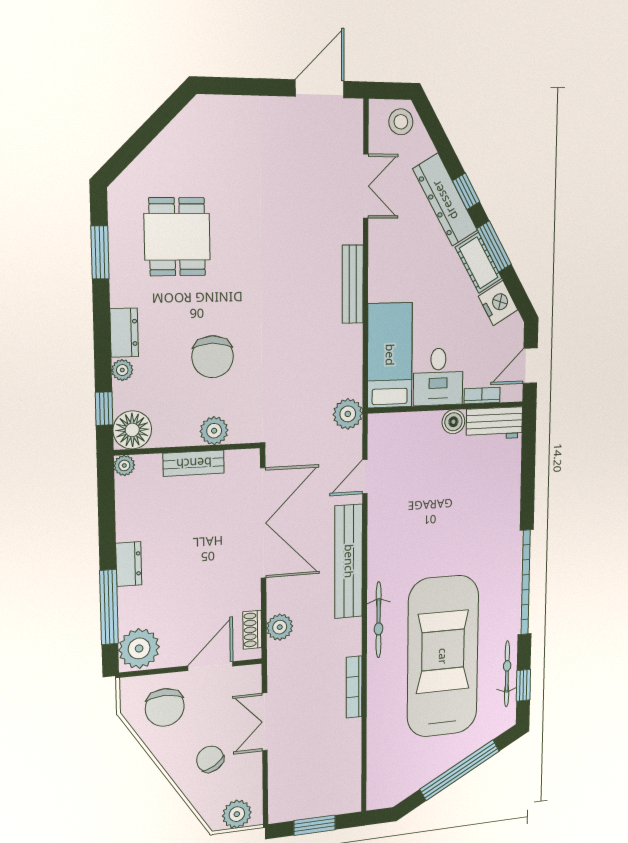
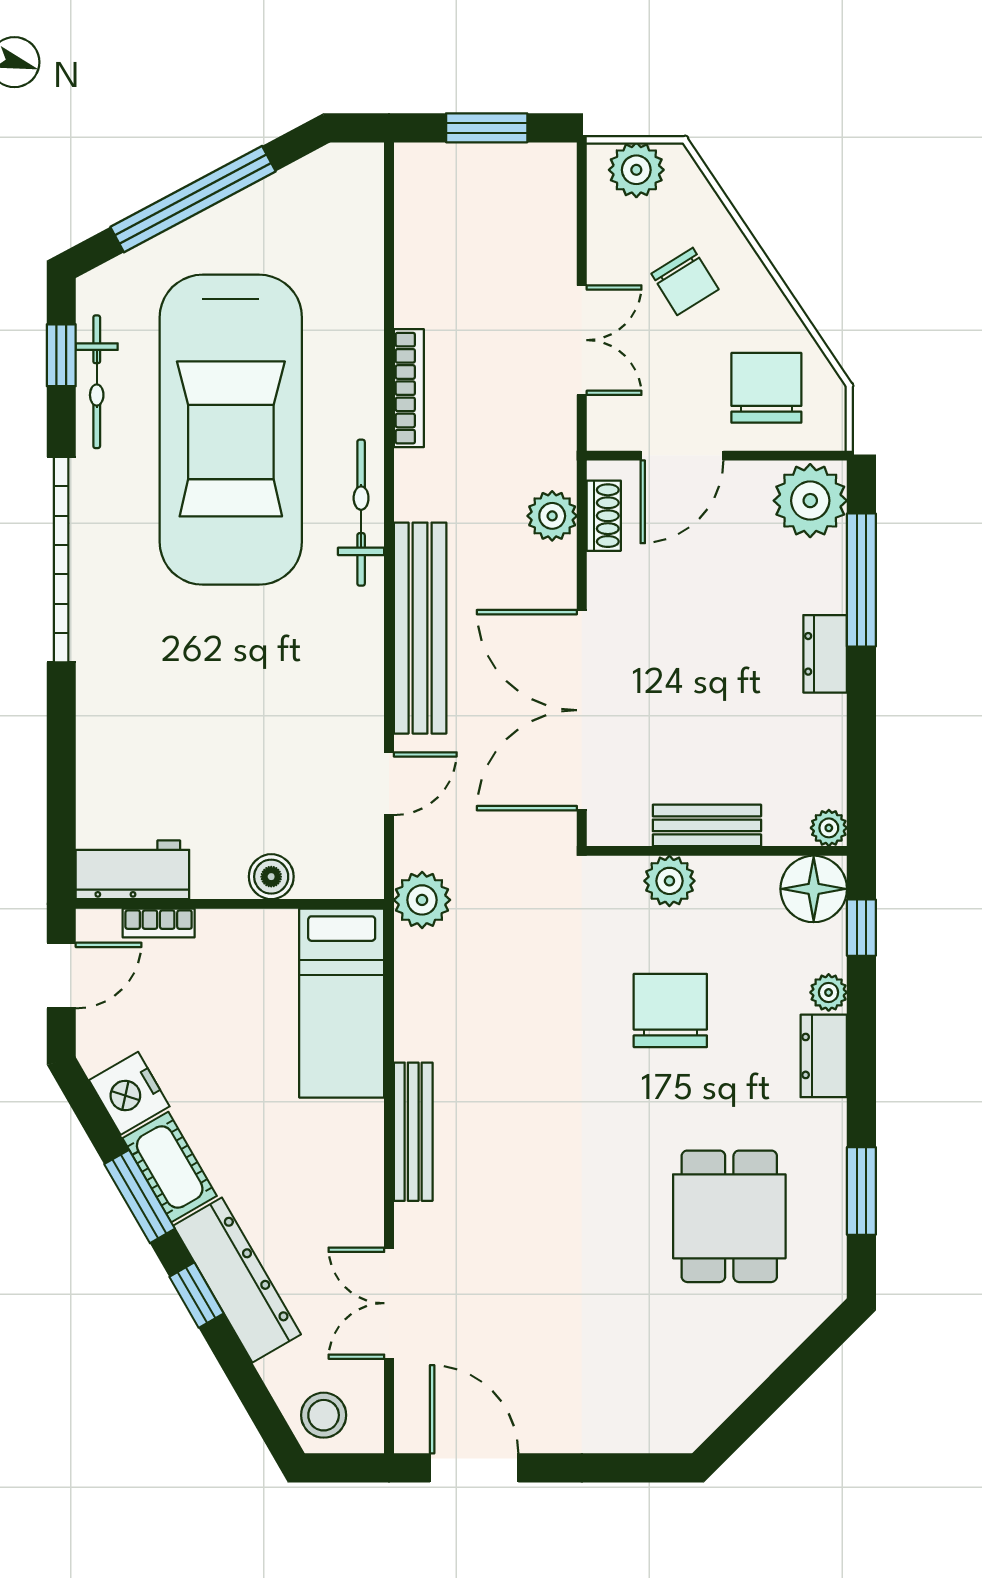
door: (320, 89) -> (474, 1468), swing flipped
desk: (438, 377) -> (247, 961), removed
boiler: (453, 422) -> (271, 877), moved

